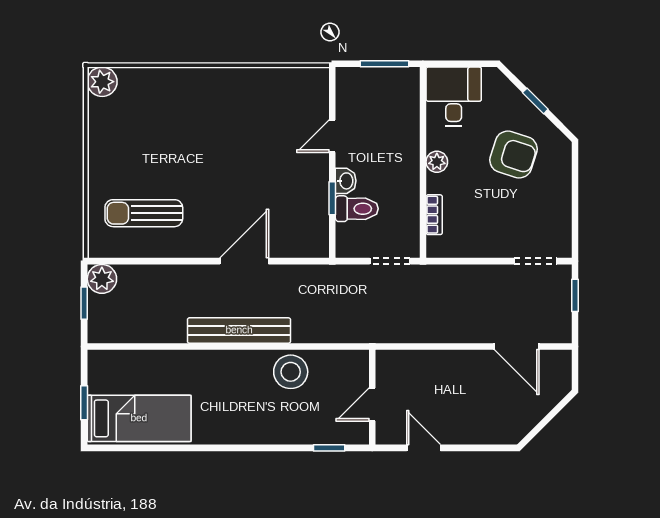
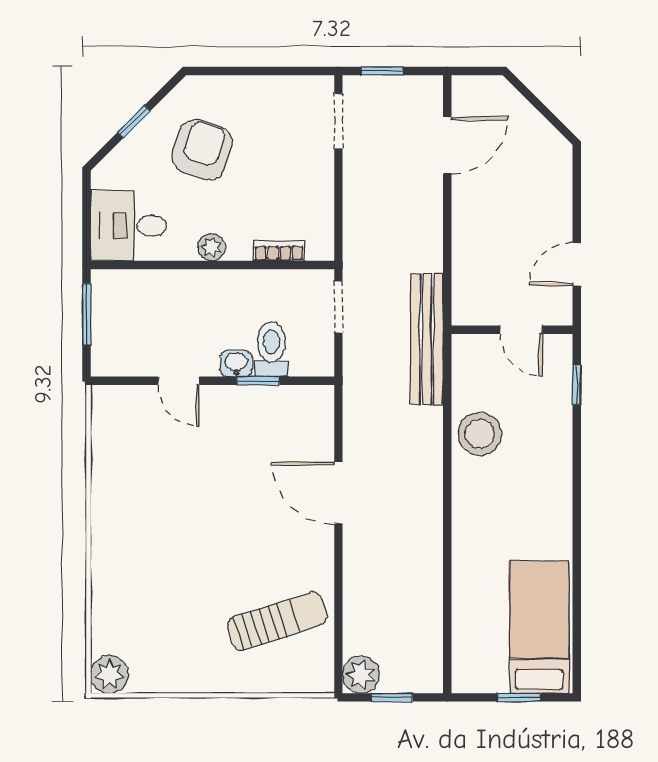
sun lounger: (144, 213) -> (277, 621), turned -108
bench: (239, 330) -> (427, 339), moved

